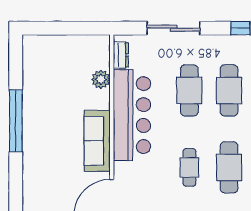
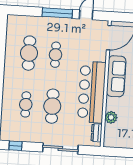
cafe table: (229, 90) -> (26, 104), width x0.73, depth x0.74

